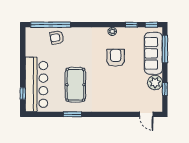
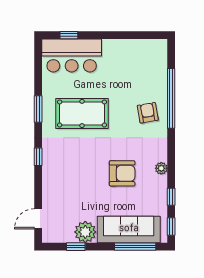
window: (51, 25) -> (171, 98), moved
armchair: (57, 37) -> (148, 113), moved
bar counter: (36, 84) -> (72, 56), width x0.73
window: (104, 114) -> (38, 157), added

